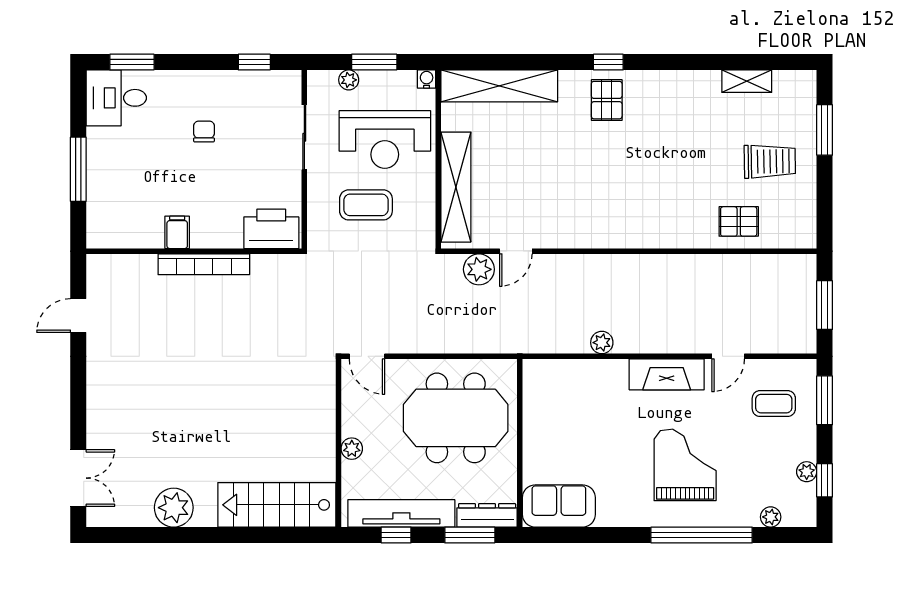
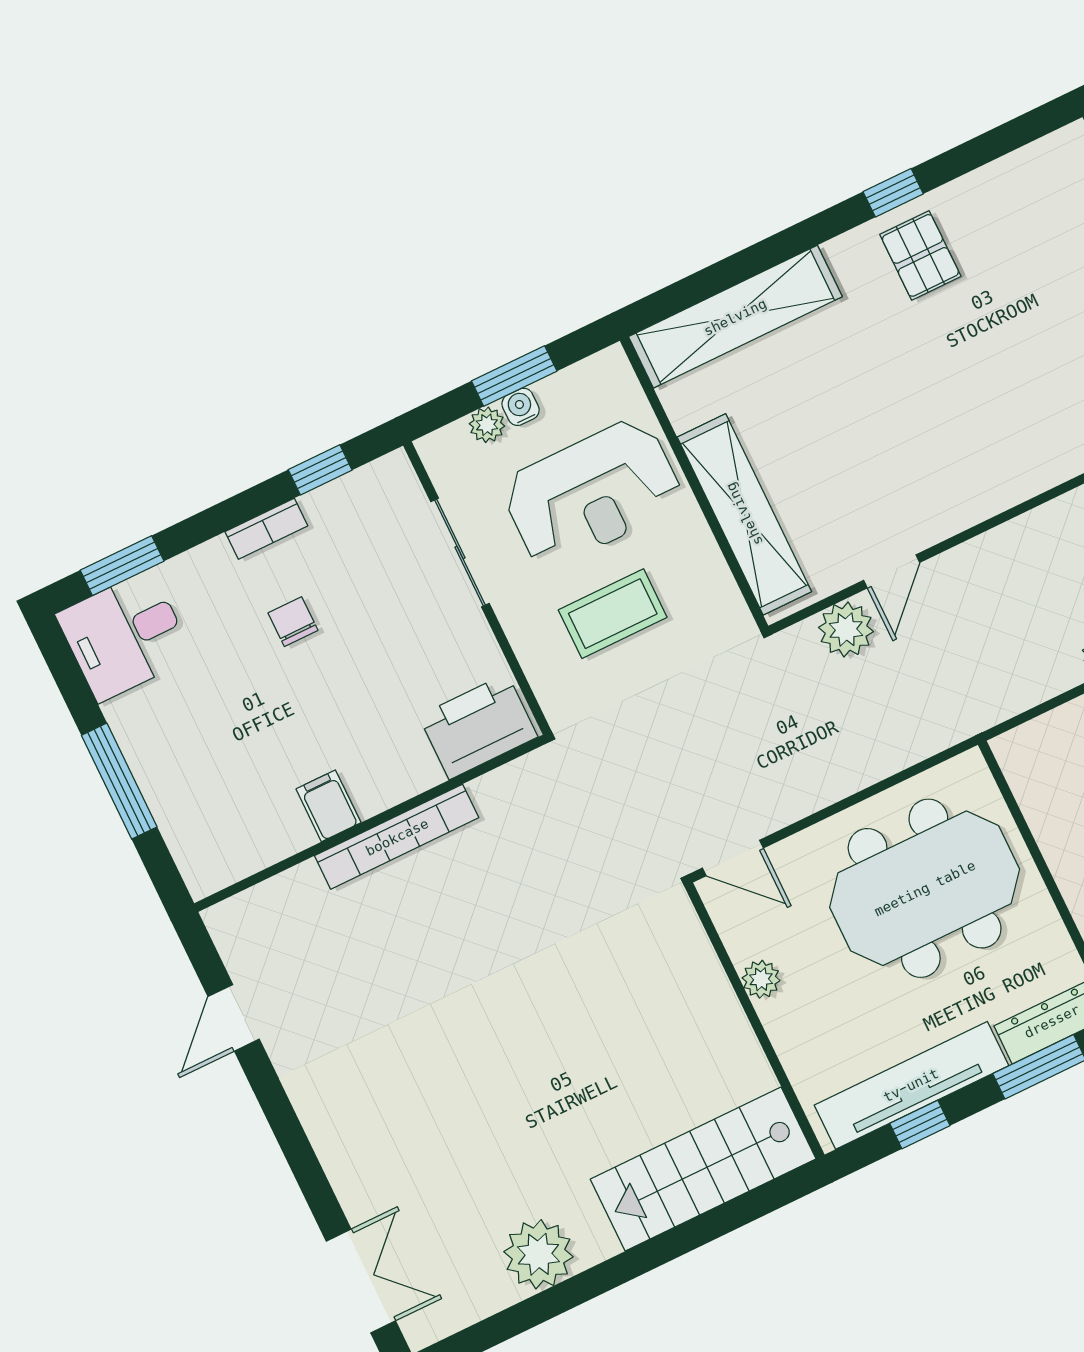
bookcase: (213, 79) -> (266, 529), added
water cooler: (427, 79) -> (521, 407), moved
plant: (352, 449) -> (761, 979), moved

